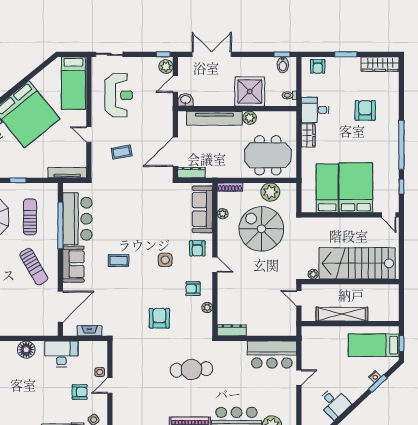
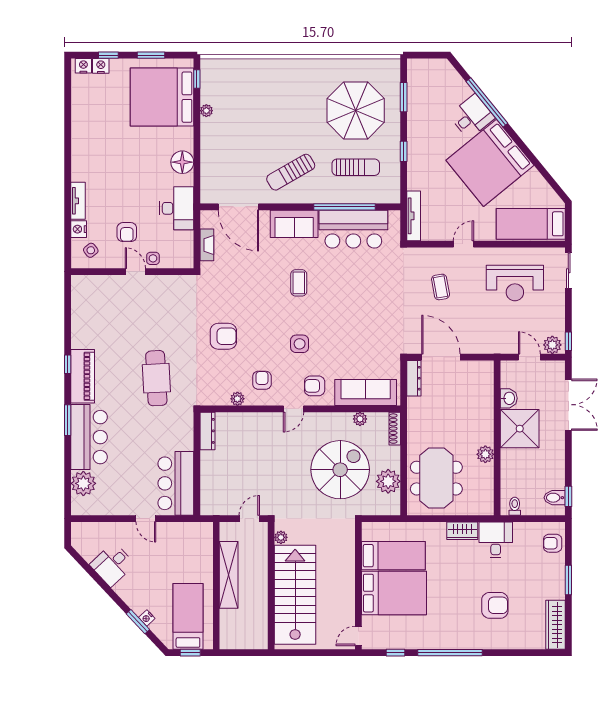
shower: (250, 91) -> (520, 429), moved
washbasin: (186, 100) -> (509, 398), moved
tv unit: (214, 118) -> (485, 408), removed

